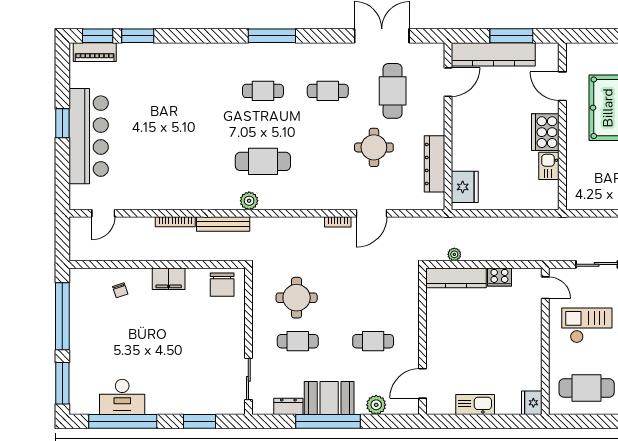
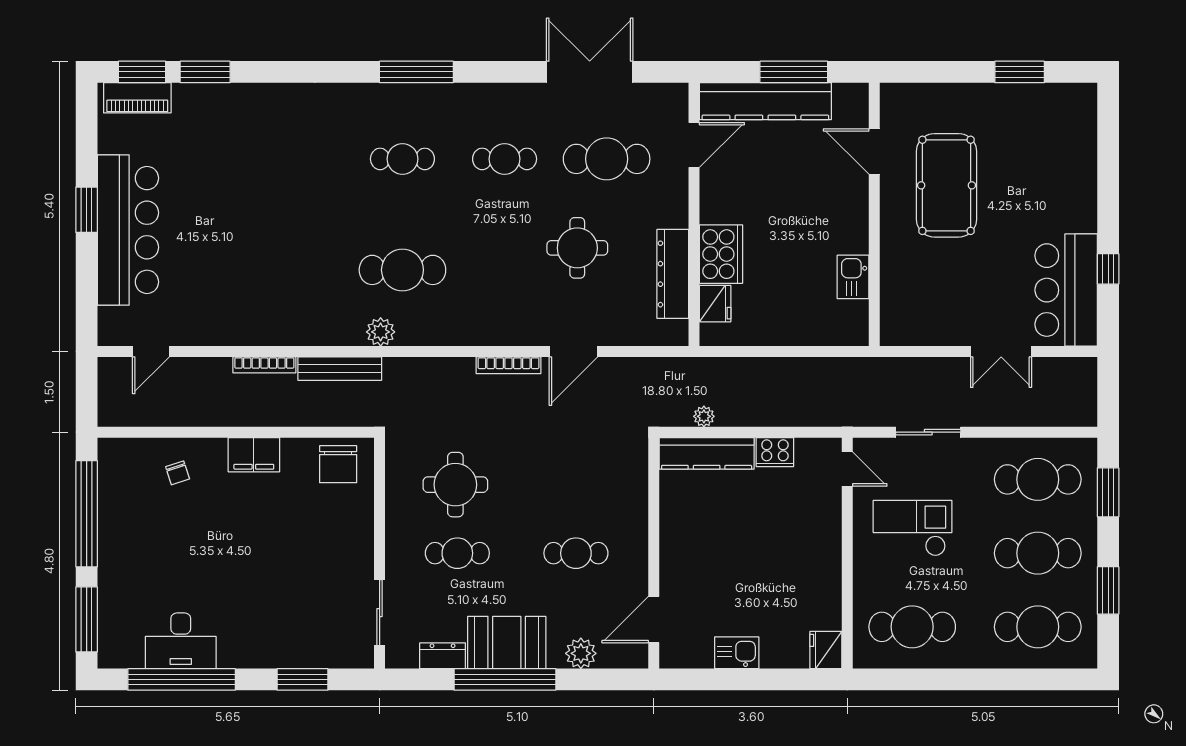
cafe table: (393, 91) -> (607, 159), turned 90
cooker: (545, 132) -> (721, 254), moved, turned 180
fridge: (465, 187) -> (715, 304), width x0.73, depth x0.75
bookcase: (338, 222) -> (508, 365), width x1.56
kitchen sink: (475, 404) -> (737, 653), width x0.73

